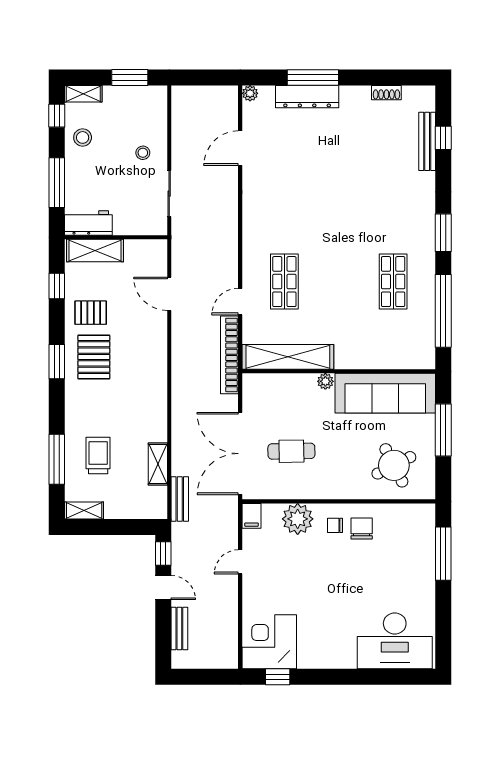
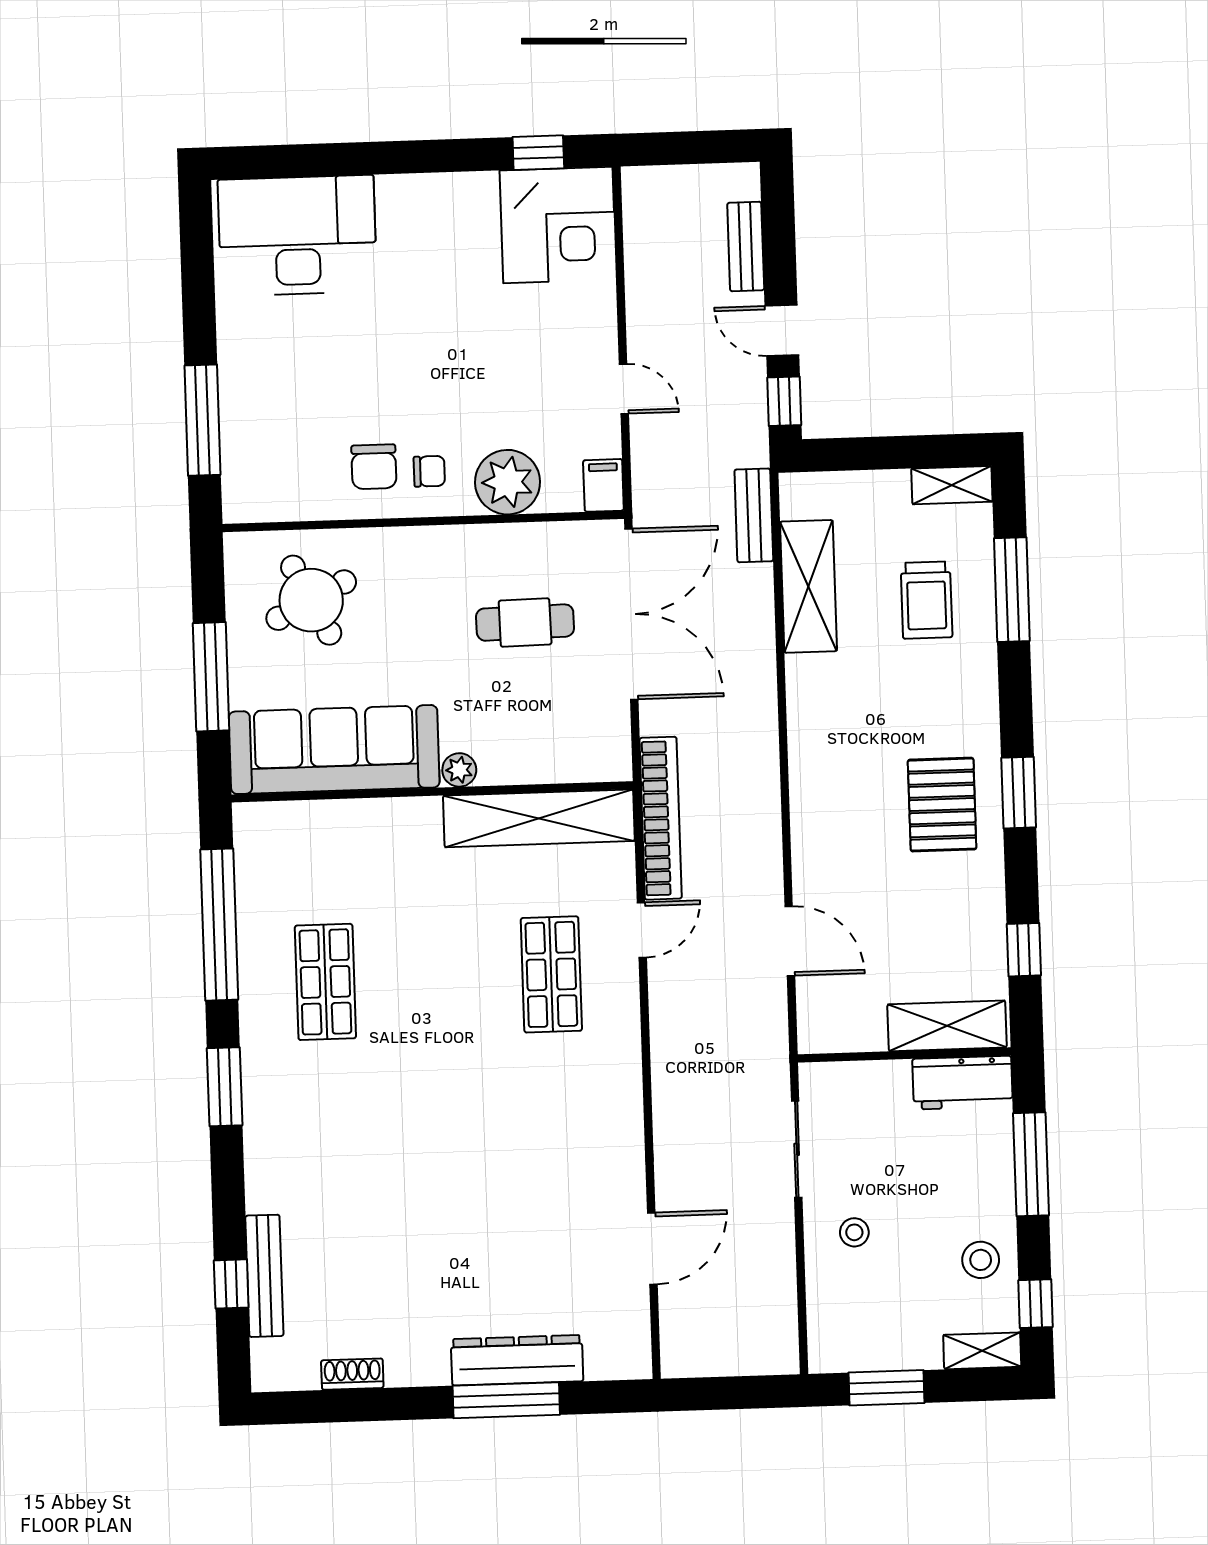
plant: (250, 93) -> (636, 1363), removed
pallet: (91, 313) -> (952, 896), removed
shelving: (158, 464) -> (808, 586), width x1.50, depth x1.33
door: (240, 562) -> (624, 389), hinge flipped

